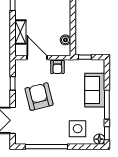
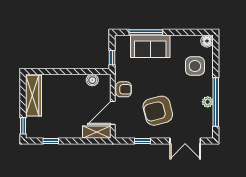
shelving: (20, 32) -> (97, 132), moved
window: (107, 105) -> (146, 32), moved
window: (107, 133) -> (200, 32), removed
plant: (47, 140) -> (208, 102), added

